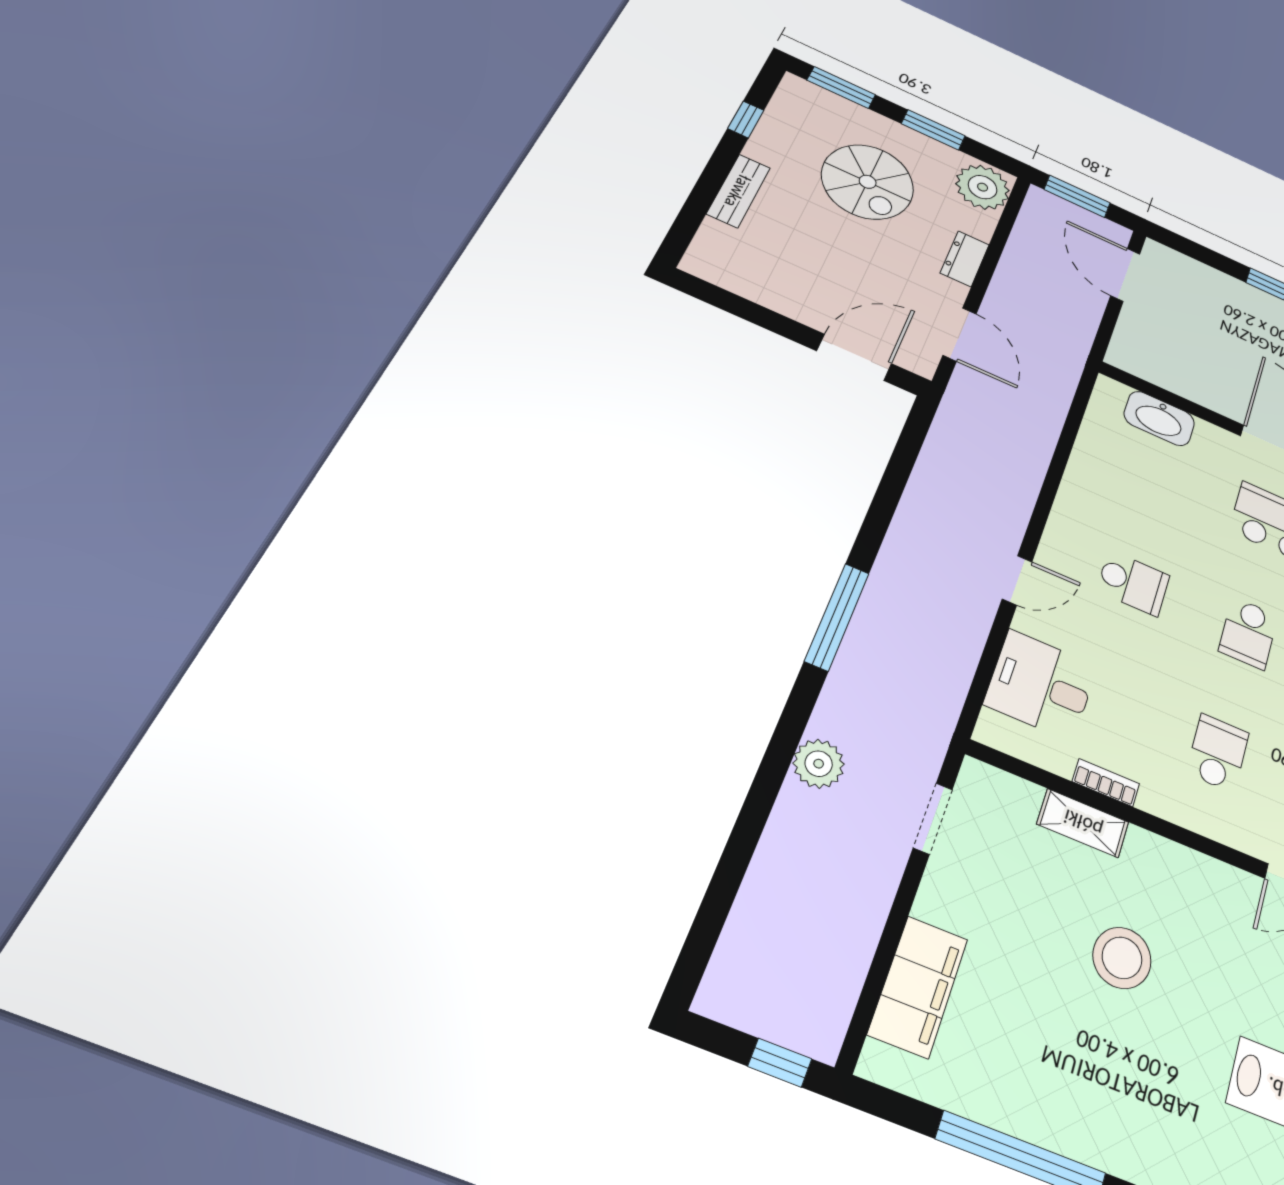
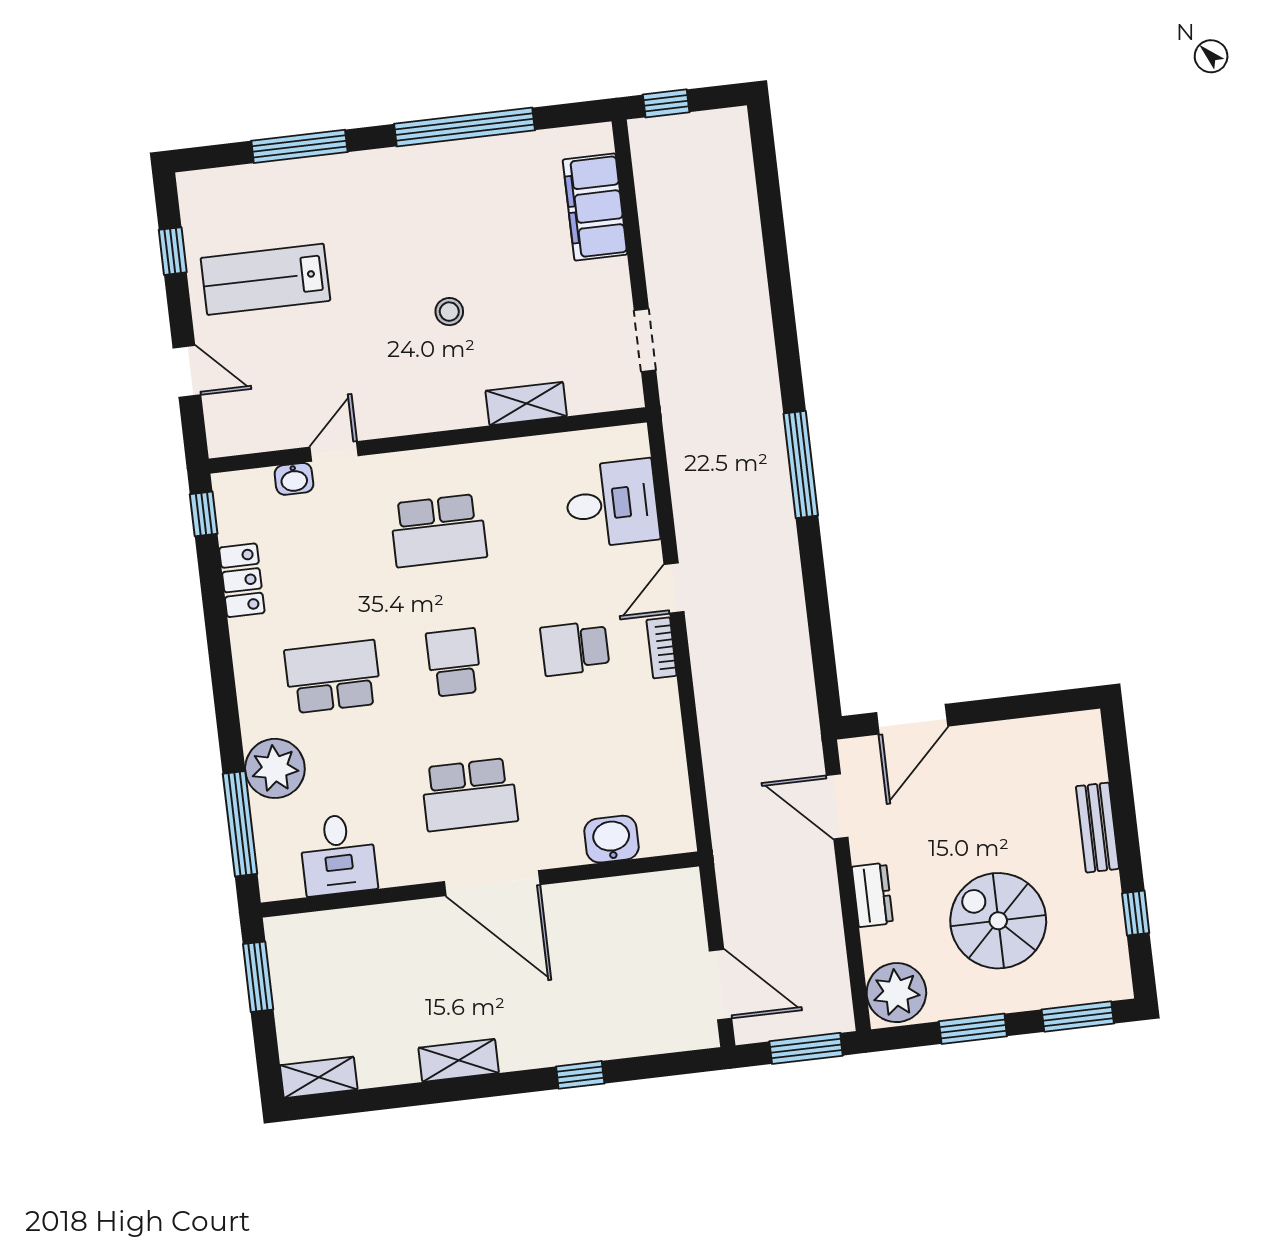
washbasin: (1159, 418) -> (611, 839), width x0.72
school desk: (1218, 753) -> (438, 530), width x1.85
plant: (819, 764) -> (752, 334), removed
bookcase: (1106, 783) -> (662, 648), moved, turned 90
stool: (1122, 958) -> (449, 312), width x0.53, depth x0.53

